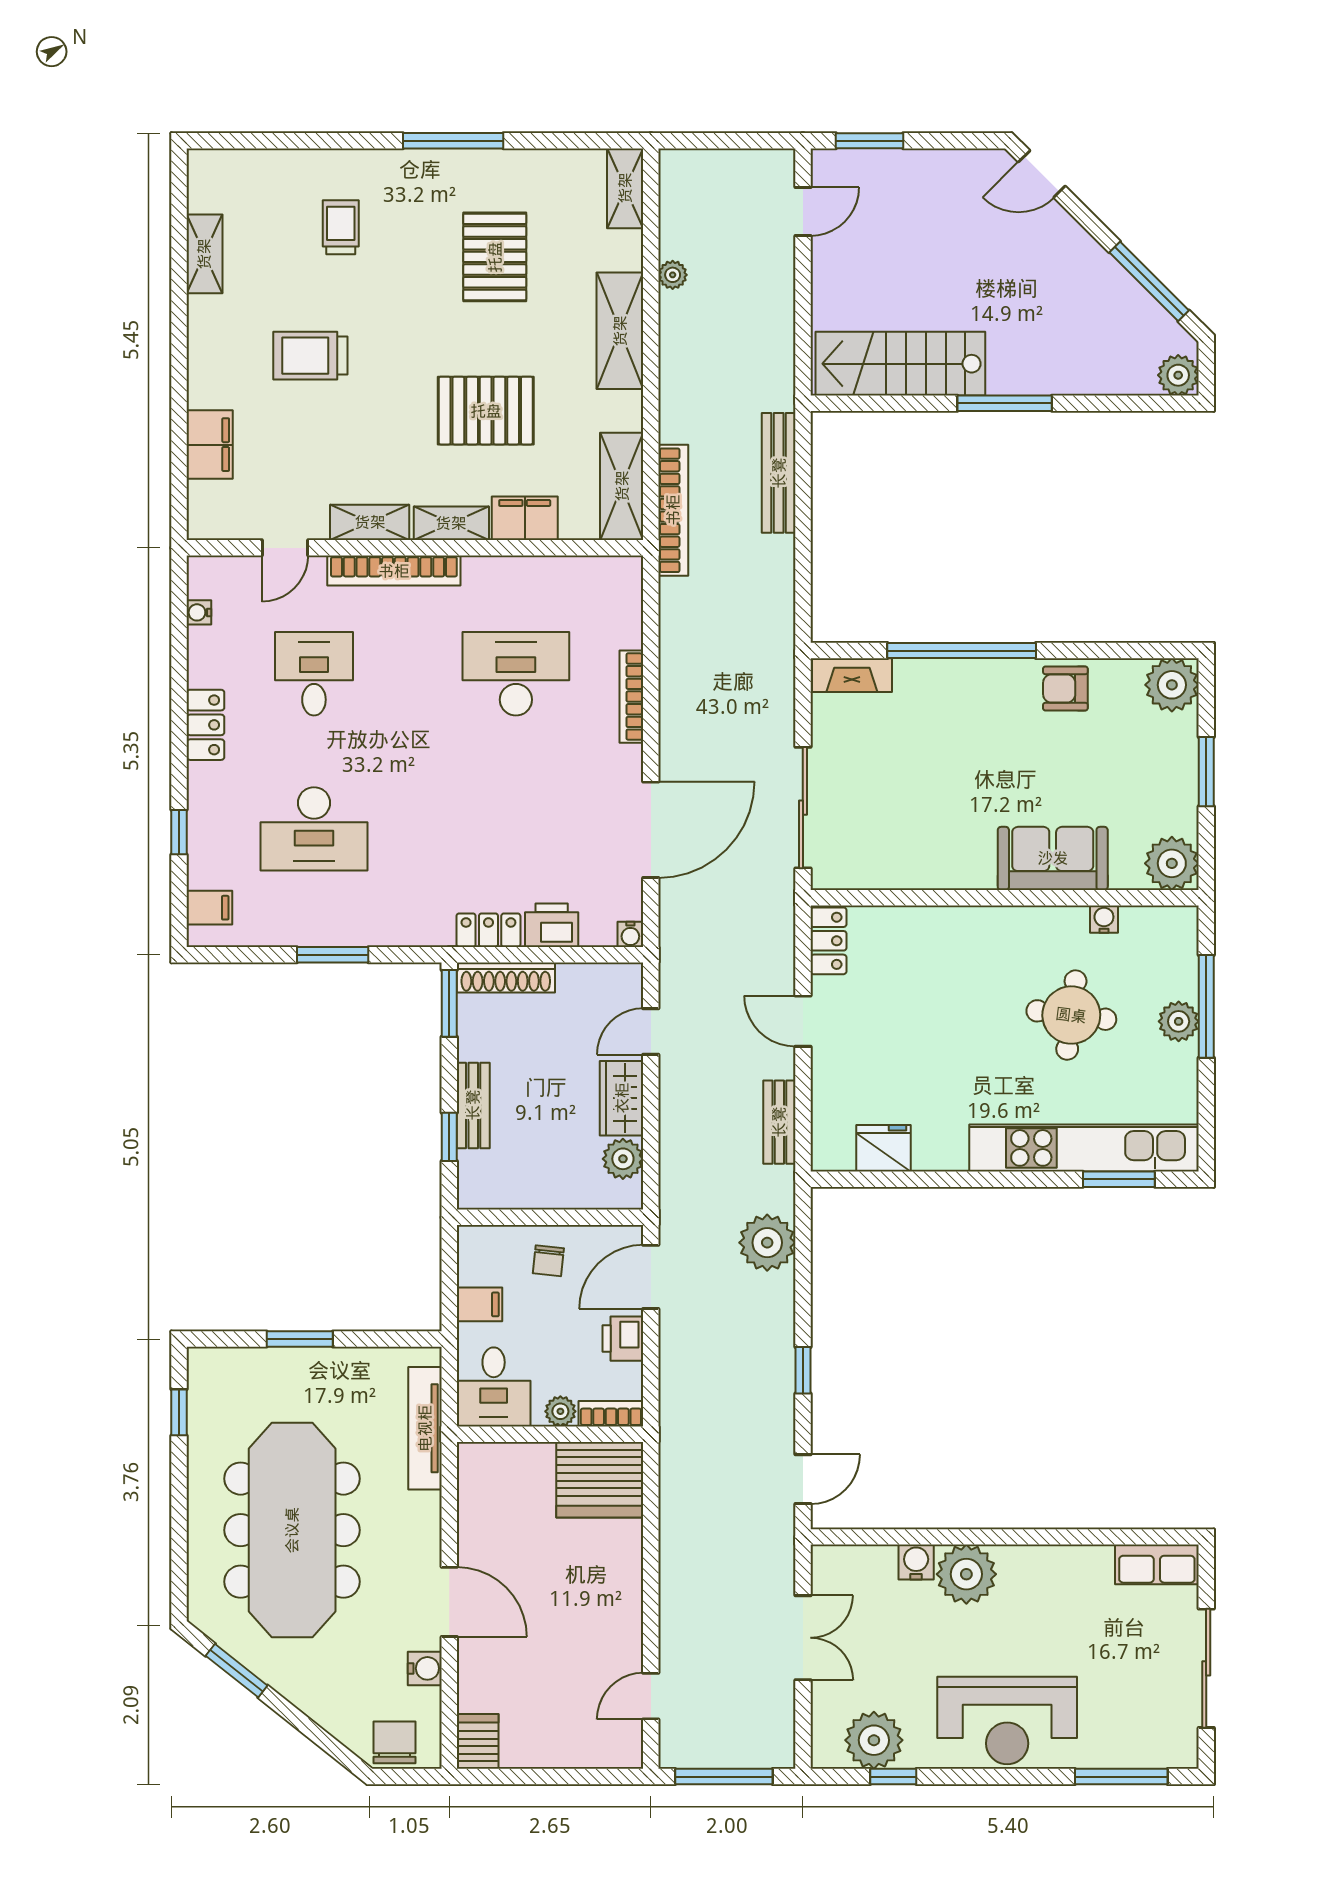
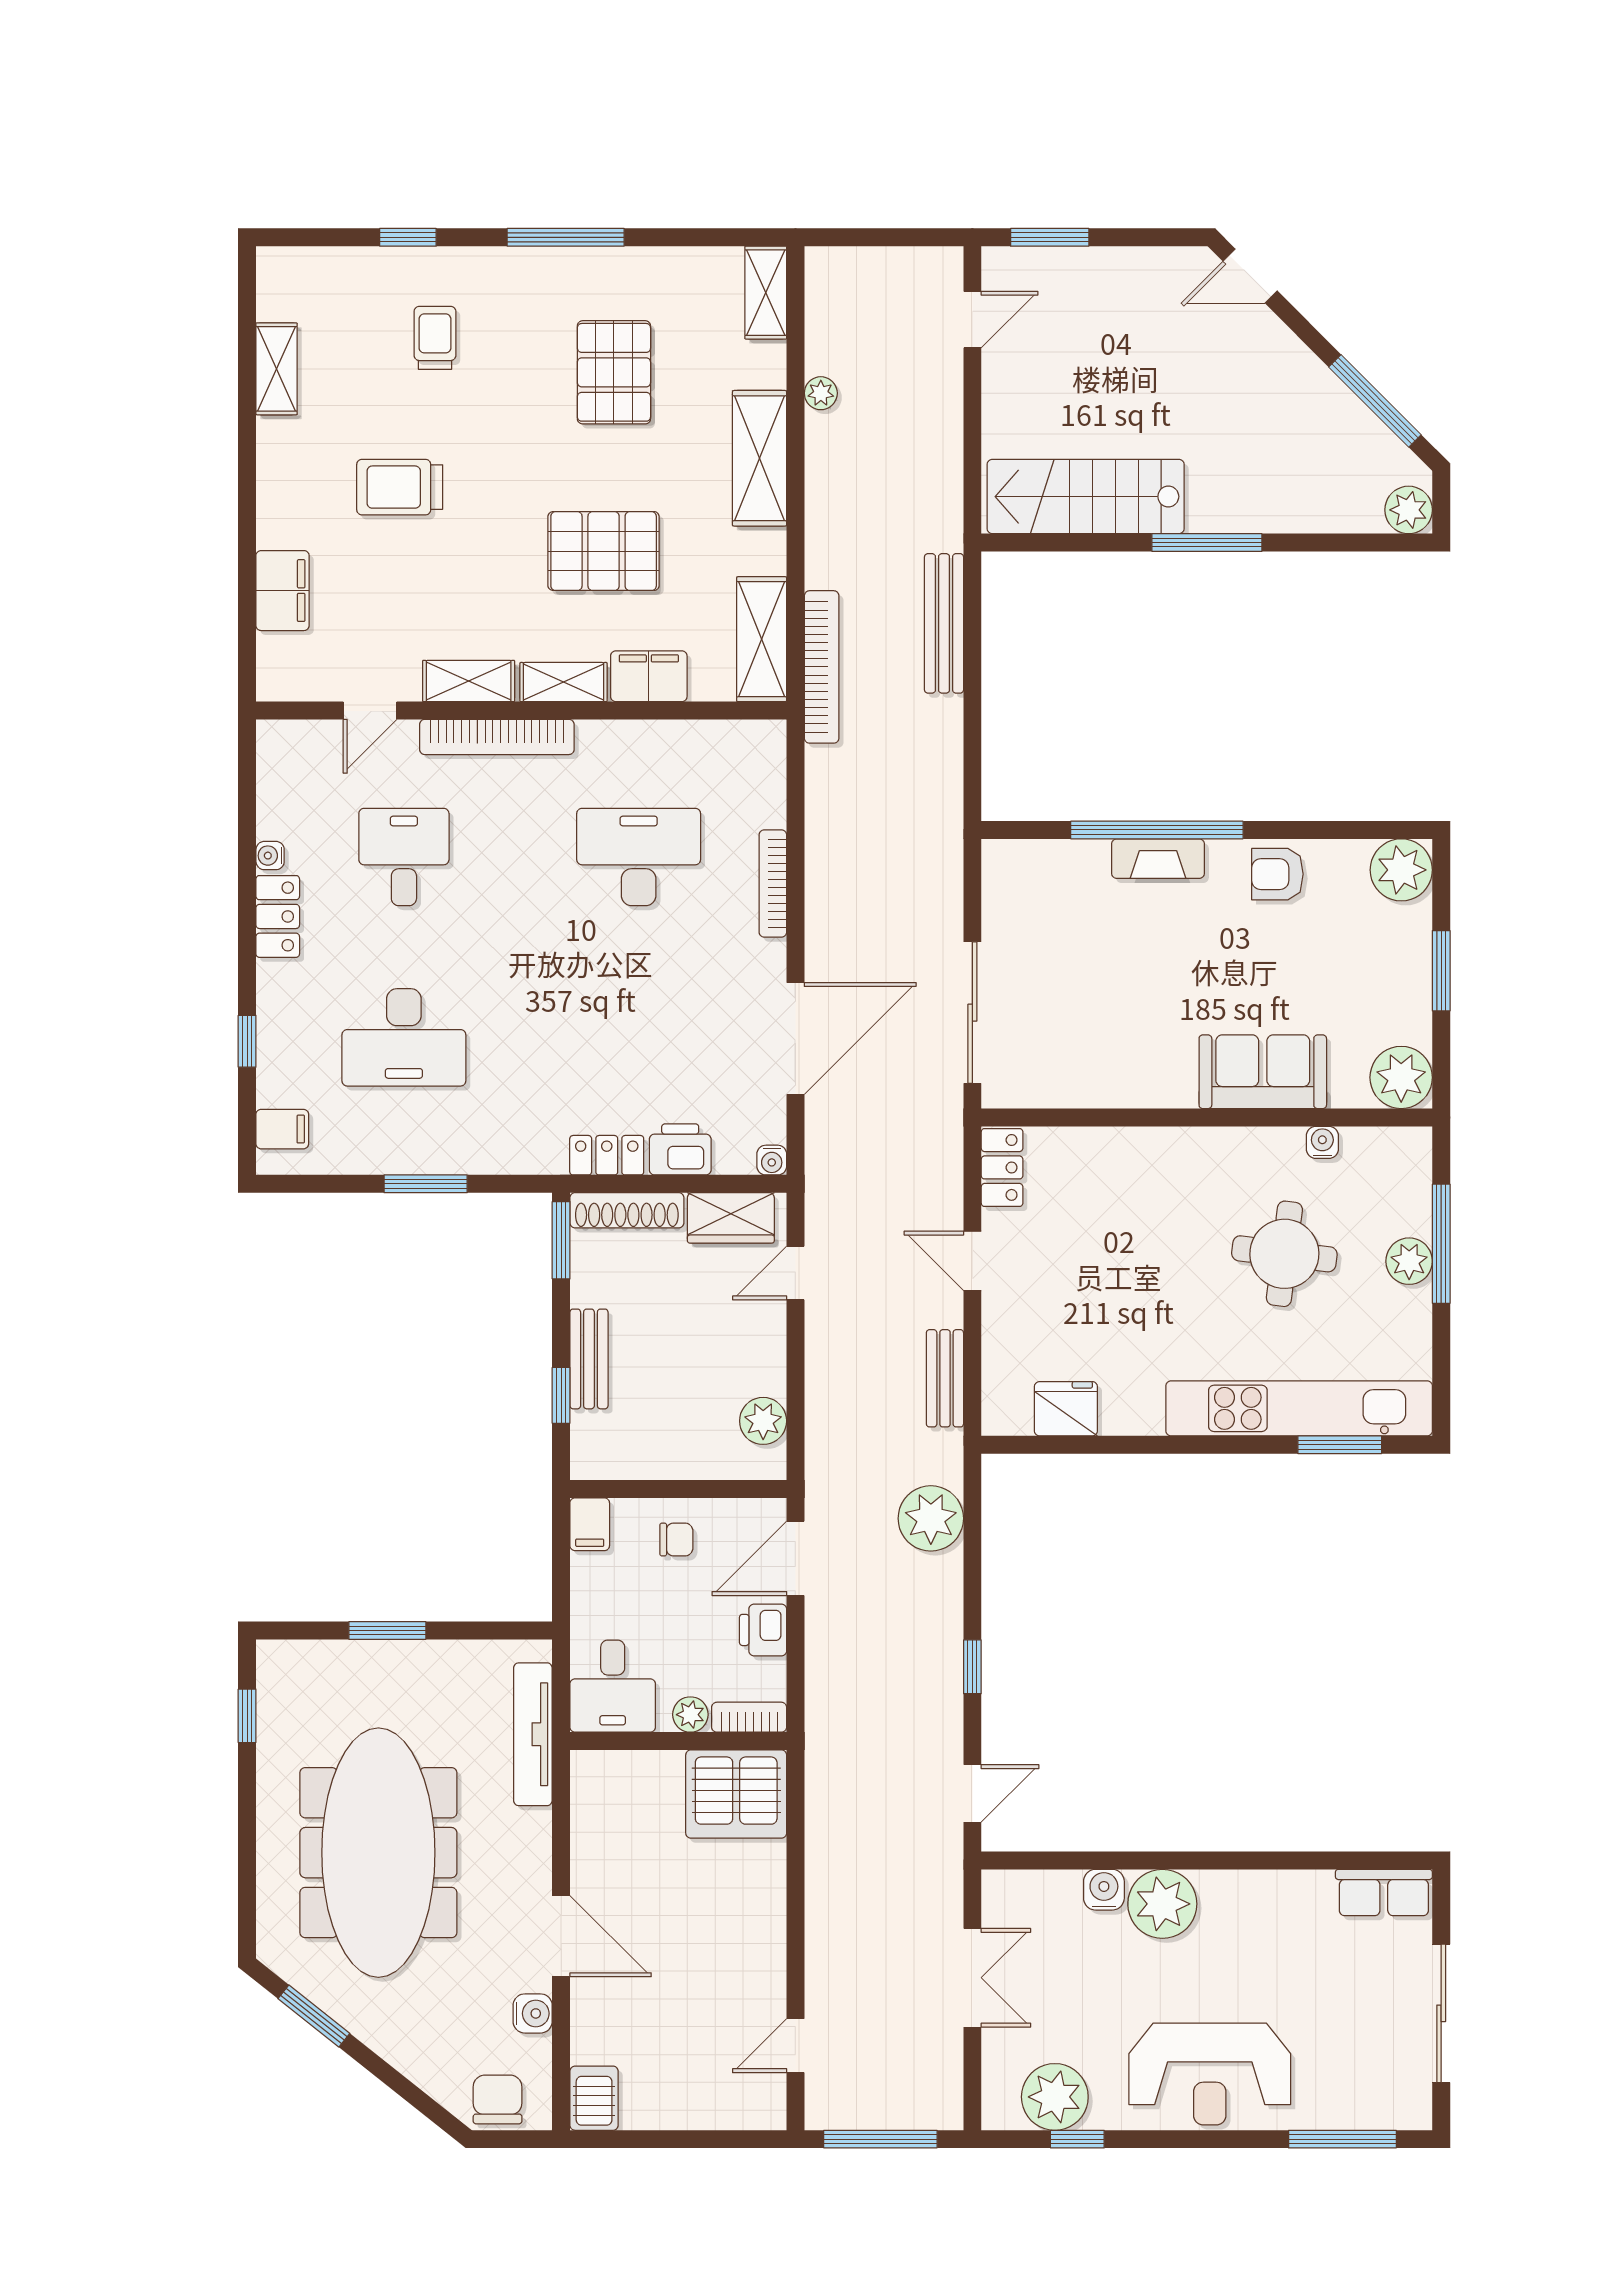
window: (317, 141) -> (408, 237), added
water cooler: (199, 612) -> (270, 856), moved
fireplace: (852, 675) -> (1158, 859), moved
wardrobe: (622, 1098) -> (731, 1218), moved, turned -90
chair: (548, 1261) -> (676, 1540), turned -96
filing cabinet: (480, 1304) -> (590, 1524), moved, turned 90

